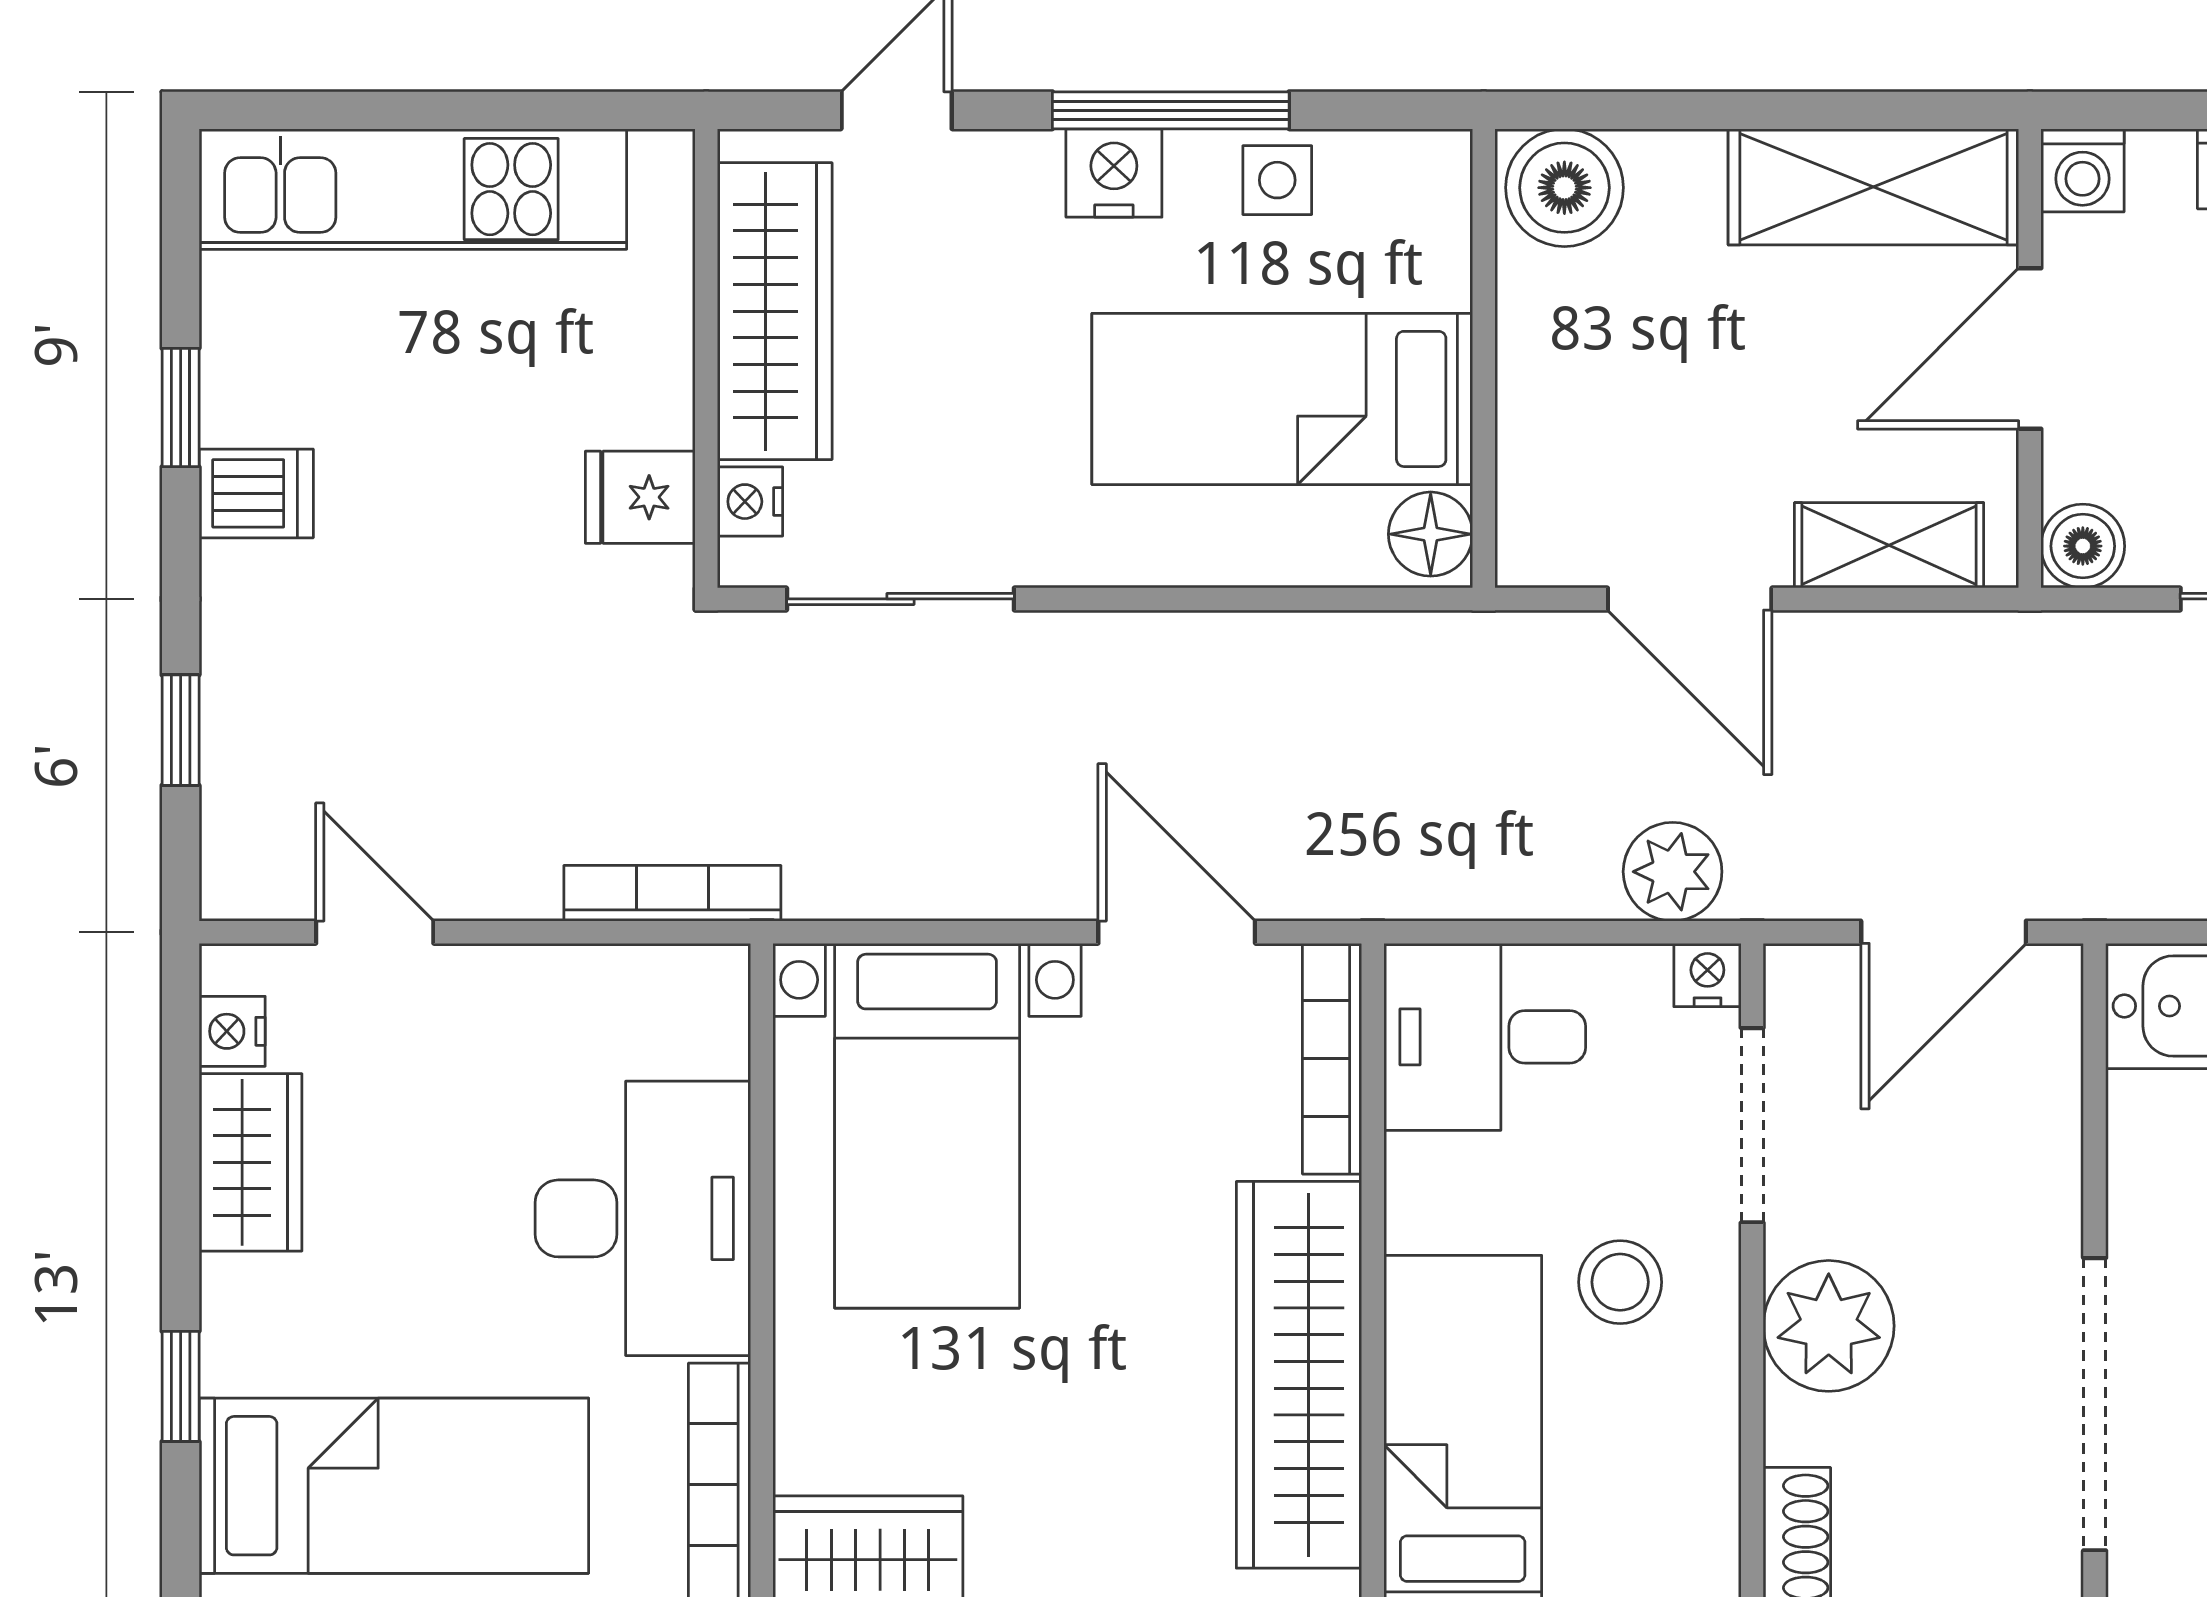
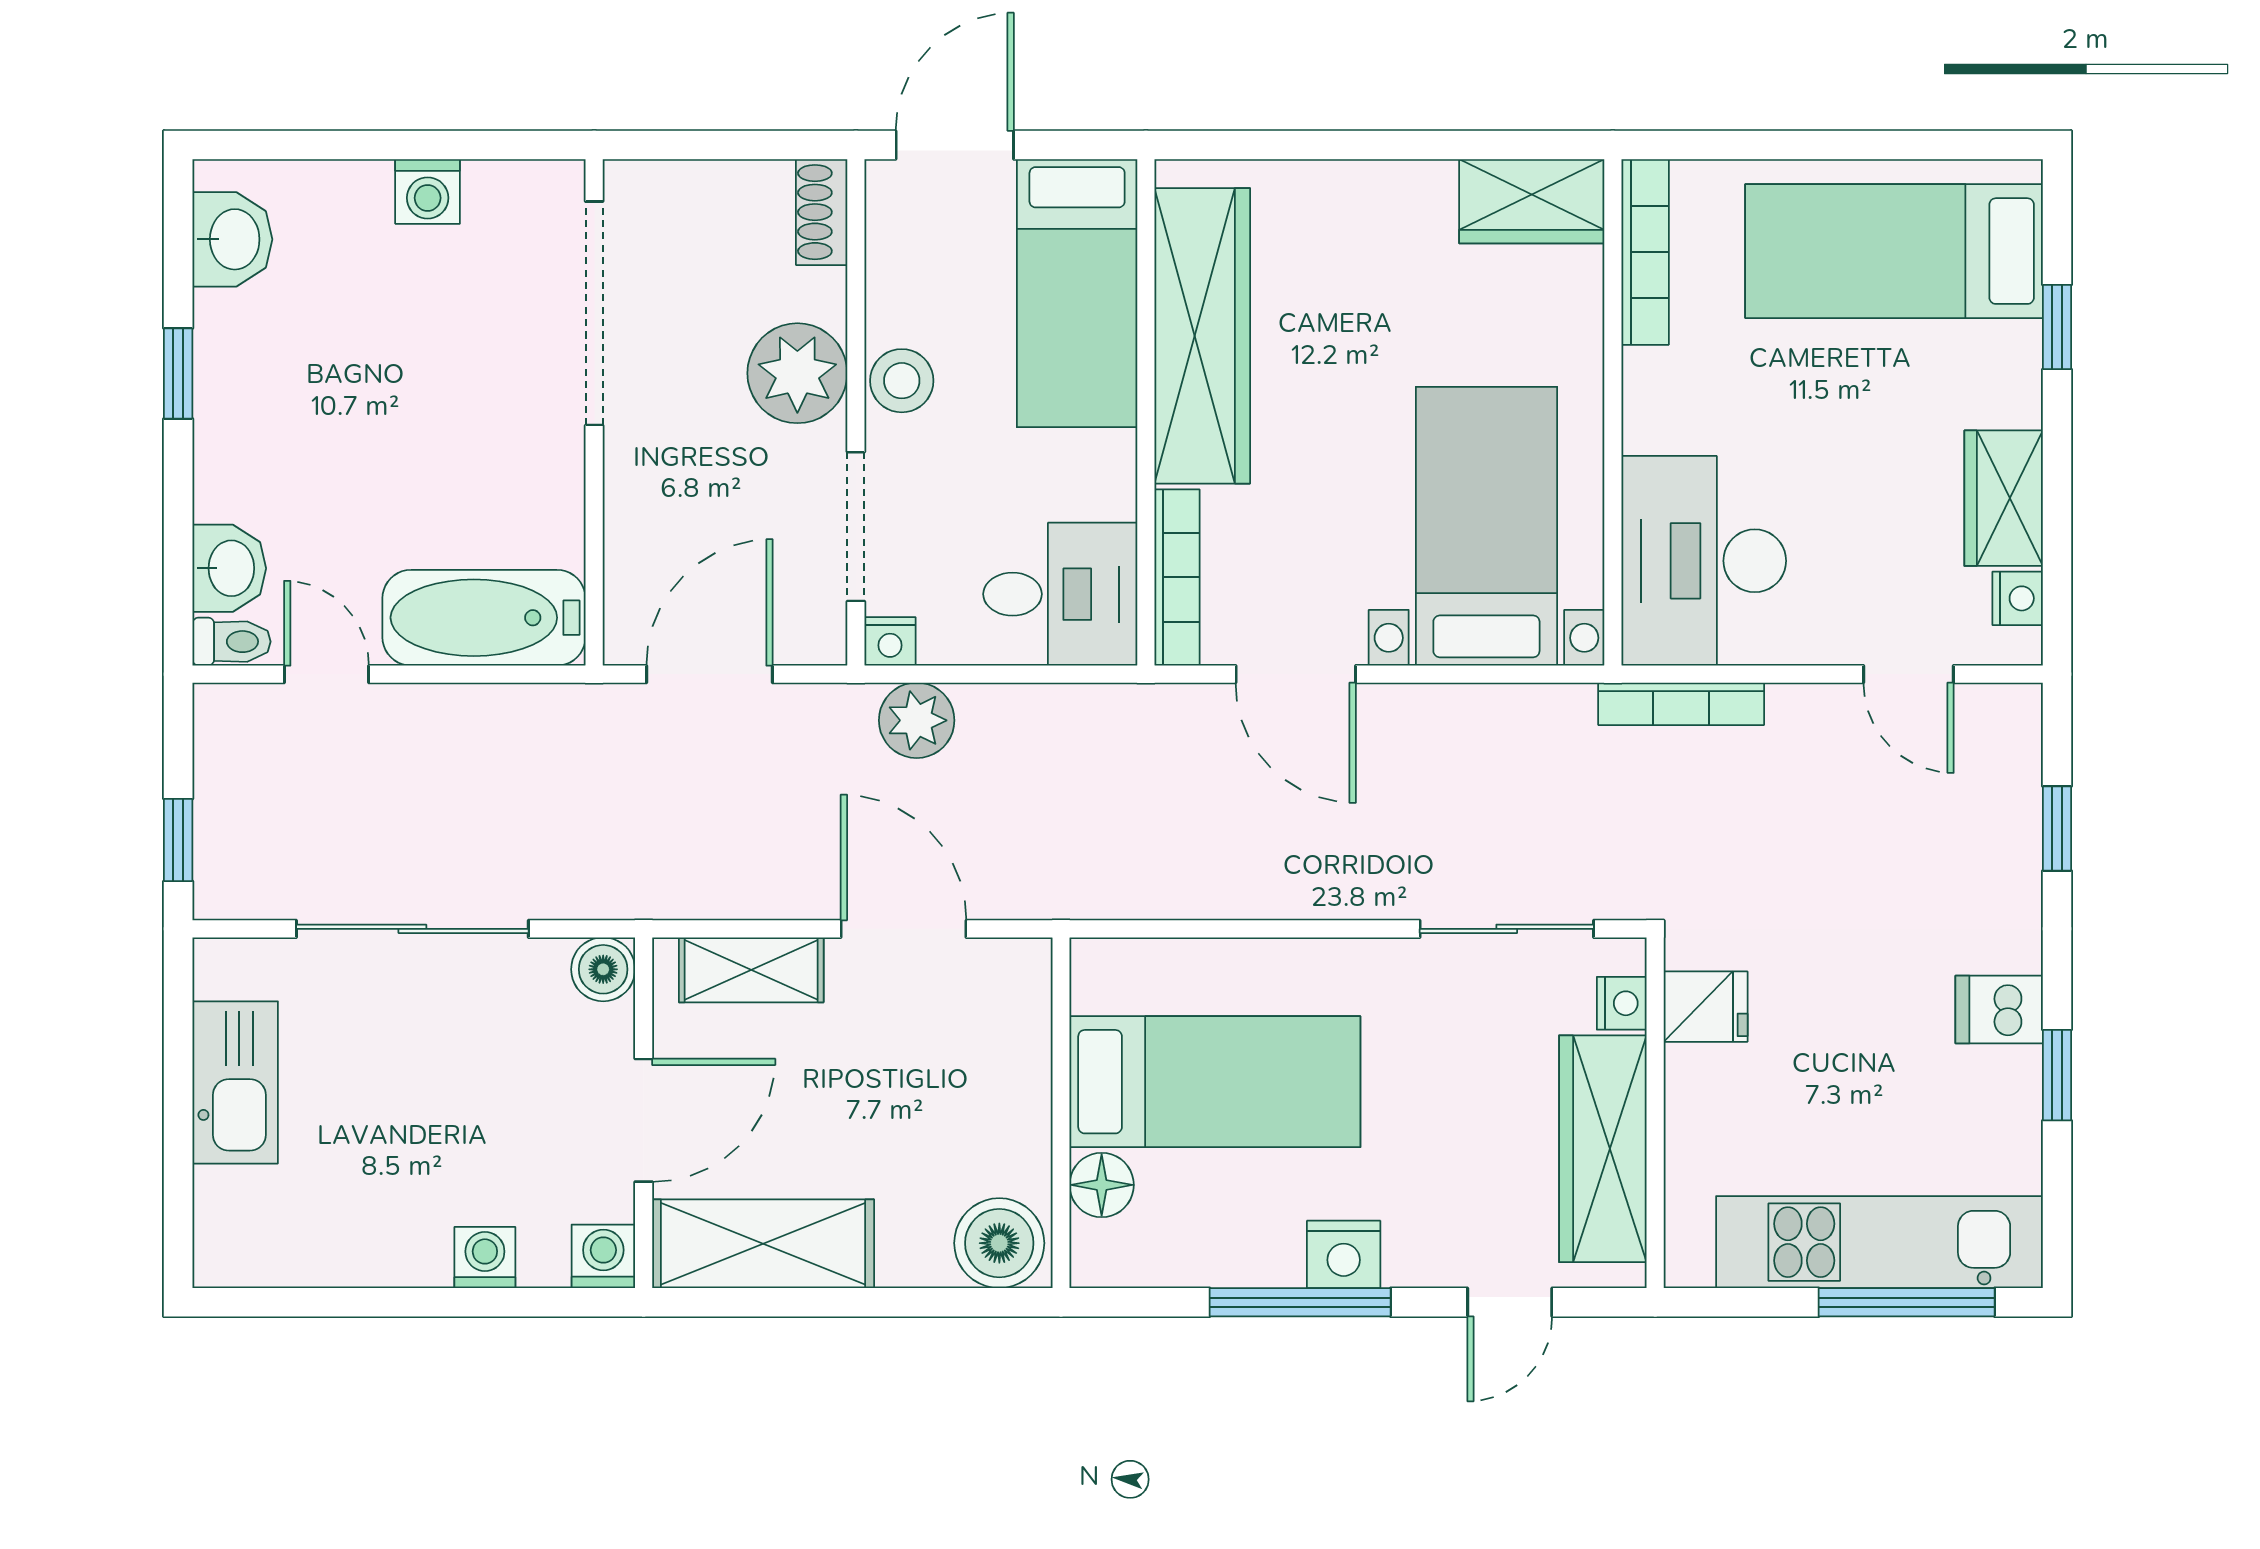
window: (377, 110) -> (1907, 1302), added
side table: (1277, 180) -> (1219, 1249), removed
floor lamp: (1431, 534) -> (1102, 1185), moved
desk: (643, 1218) -> (1704, 561), moved
stool: (1620, 1282) -> (902, 381), moved

